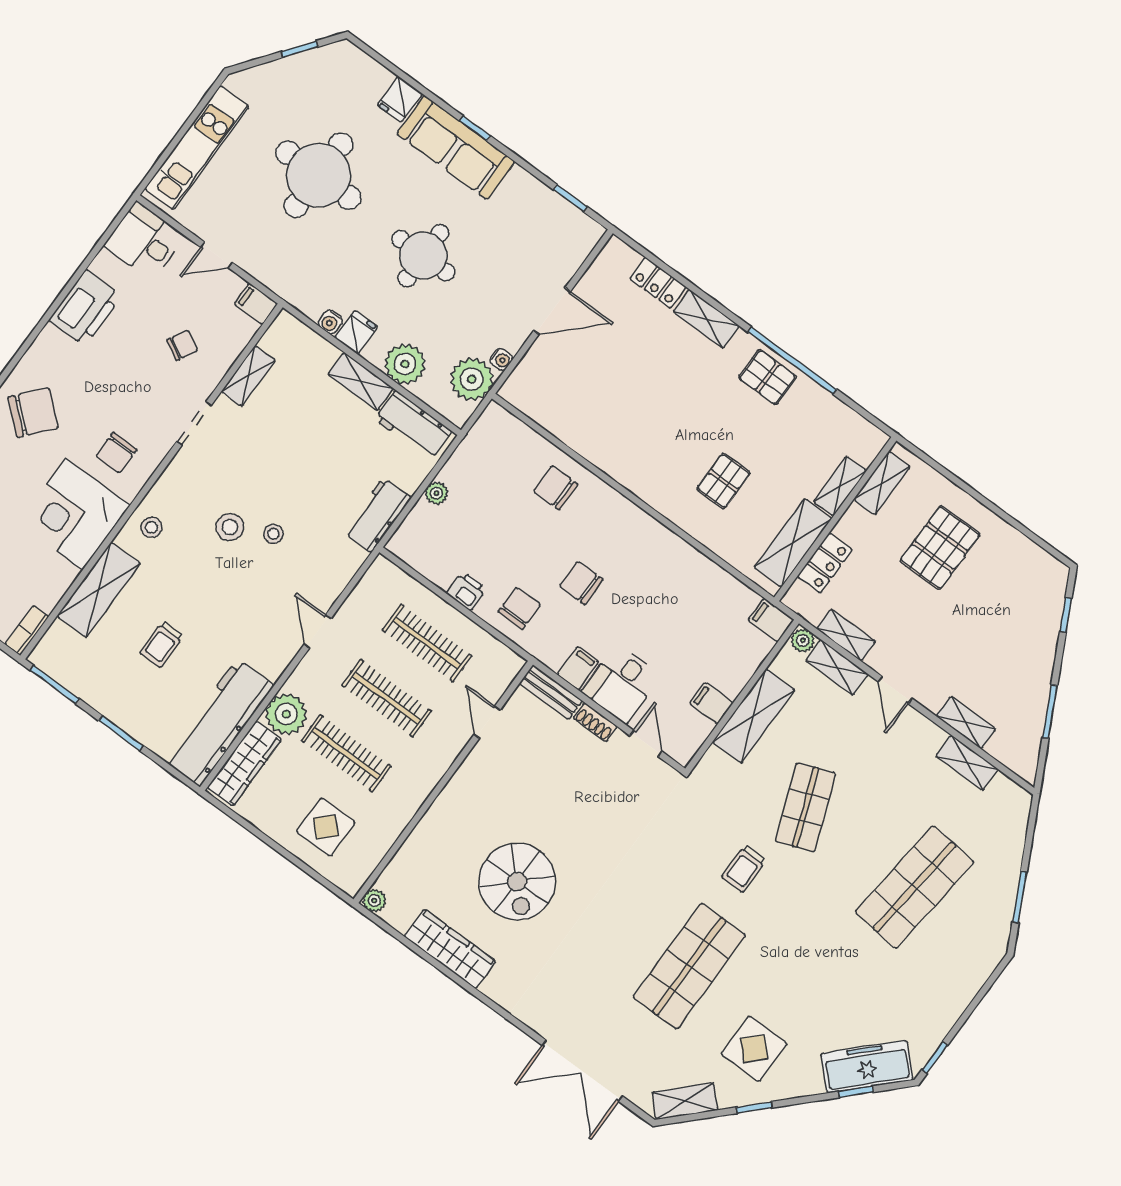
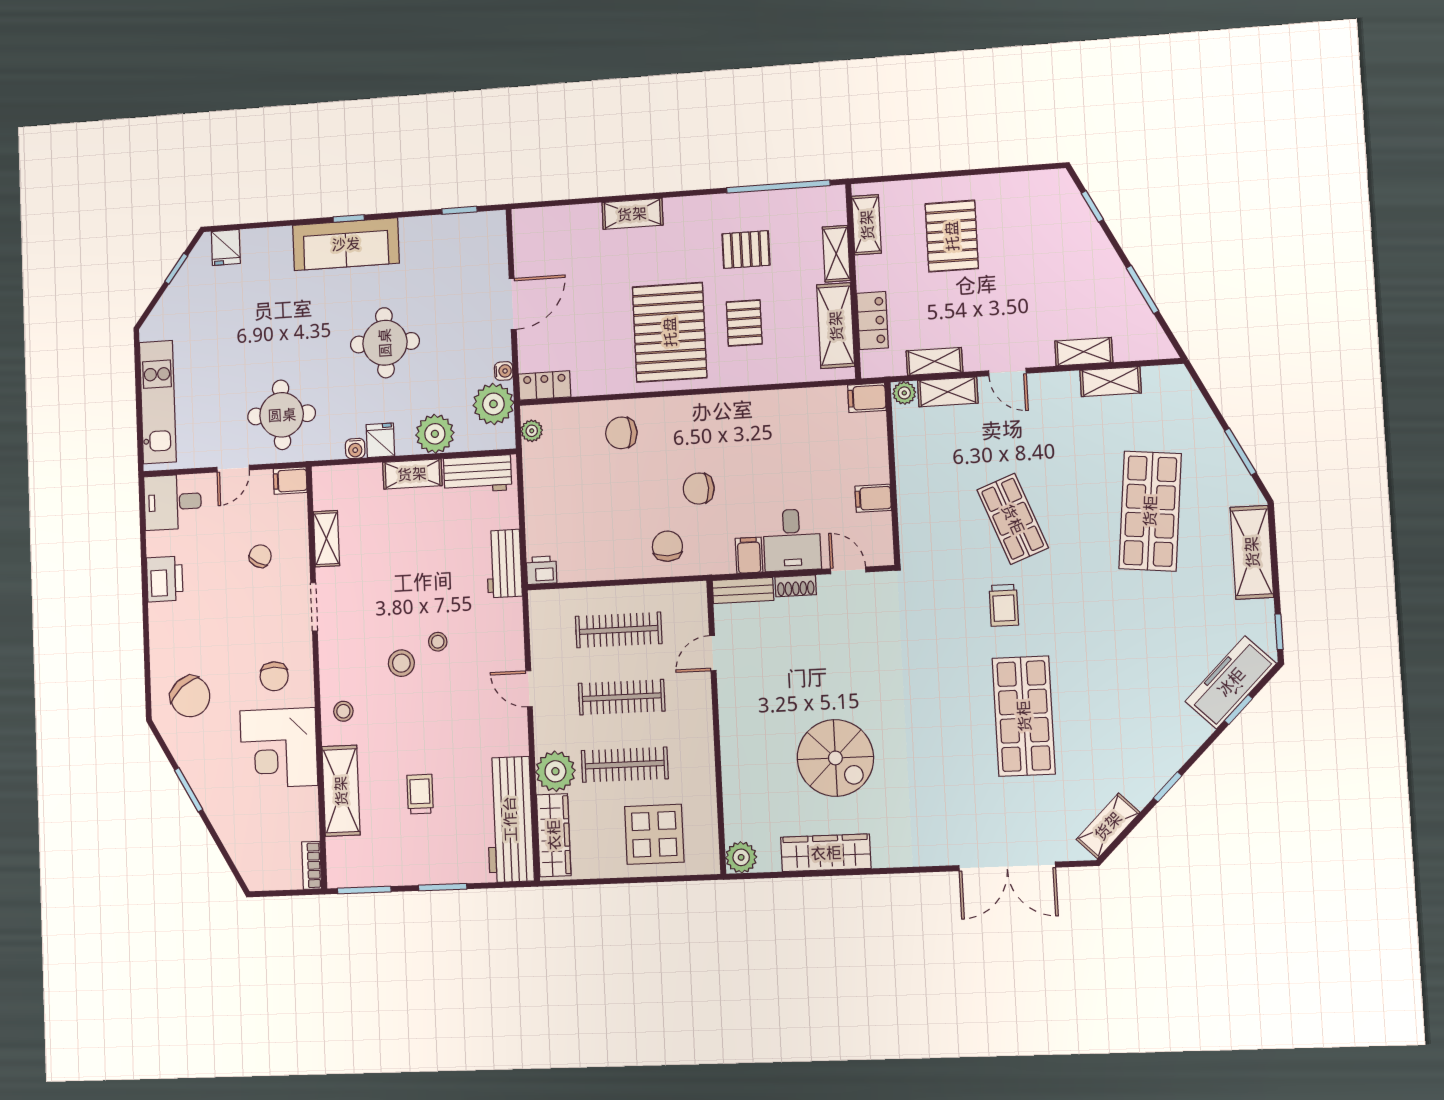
fridge: (400, 99) -> (226, 247), moved
round table: (318, 175) -> (282, 415), moved, width x0.73, depth x0.73
locker: (658, 283) -> (545, 385), moved, turned 180
printer: (85, 308) -> (165, 579), width x0.73, depth x0.84
window: (792, 361) -> (778, 187), moved
pallet: (768, 377) -> (746, 250), moved
chair: (33, 413) -> (190, 696), turned 99
pallet: (659, 439) -> (670, 332), added
plant: (436, 493) -> (532, 431), moved
printer: (466, 591) -> (542, 570), moved
trolley: (162, 644) -> (420, 794), turned 180
shelving: (754, 716) -> (1252, 552), moved
door: (487, 722) -> (713, 653), hinge flipped
display table: (326, 827) -> (654, 834), width x1.36, depth x1.36
plant: (374, 901) -> (741, 857), width x1.38, depth x1.38
display table: (754, 1049) -> (1129, 740), removed

